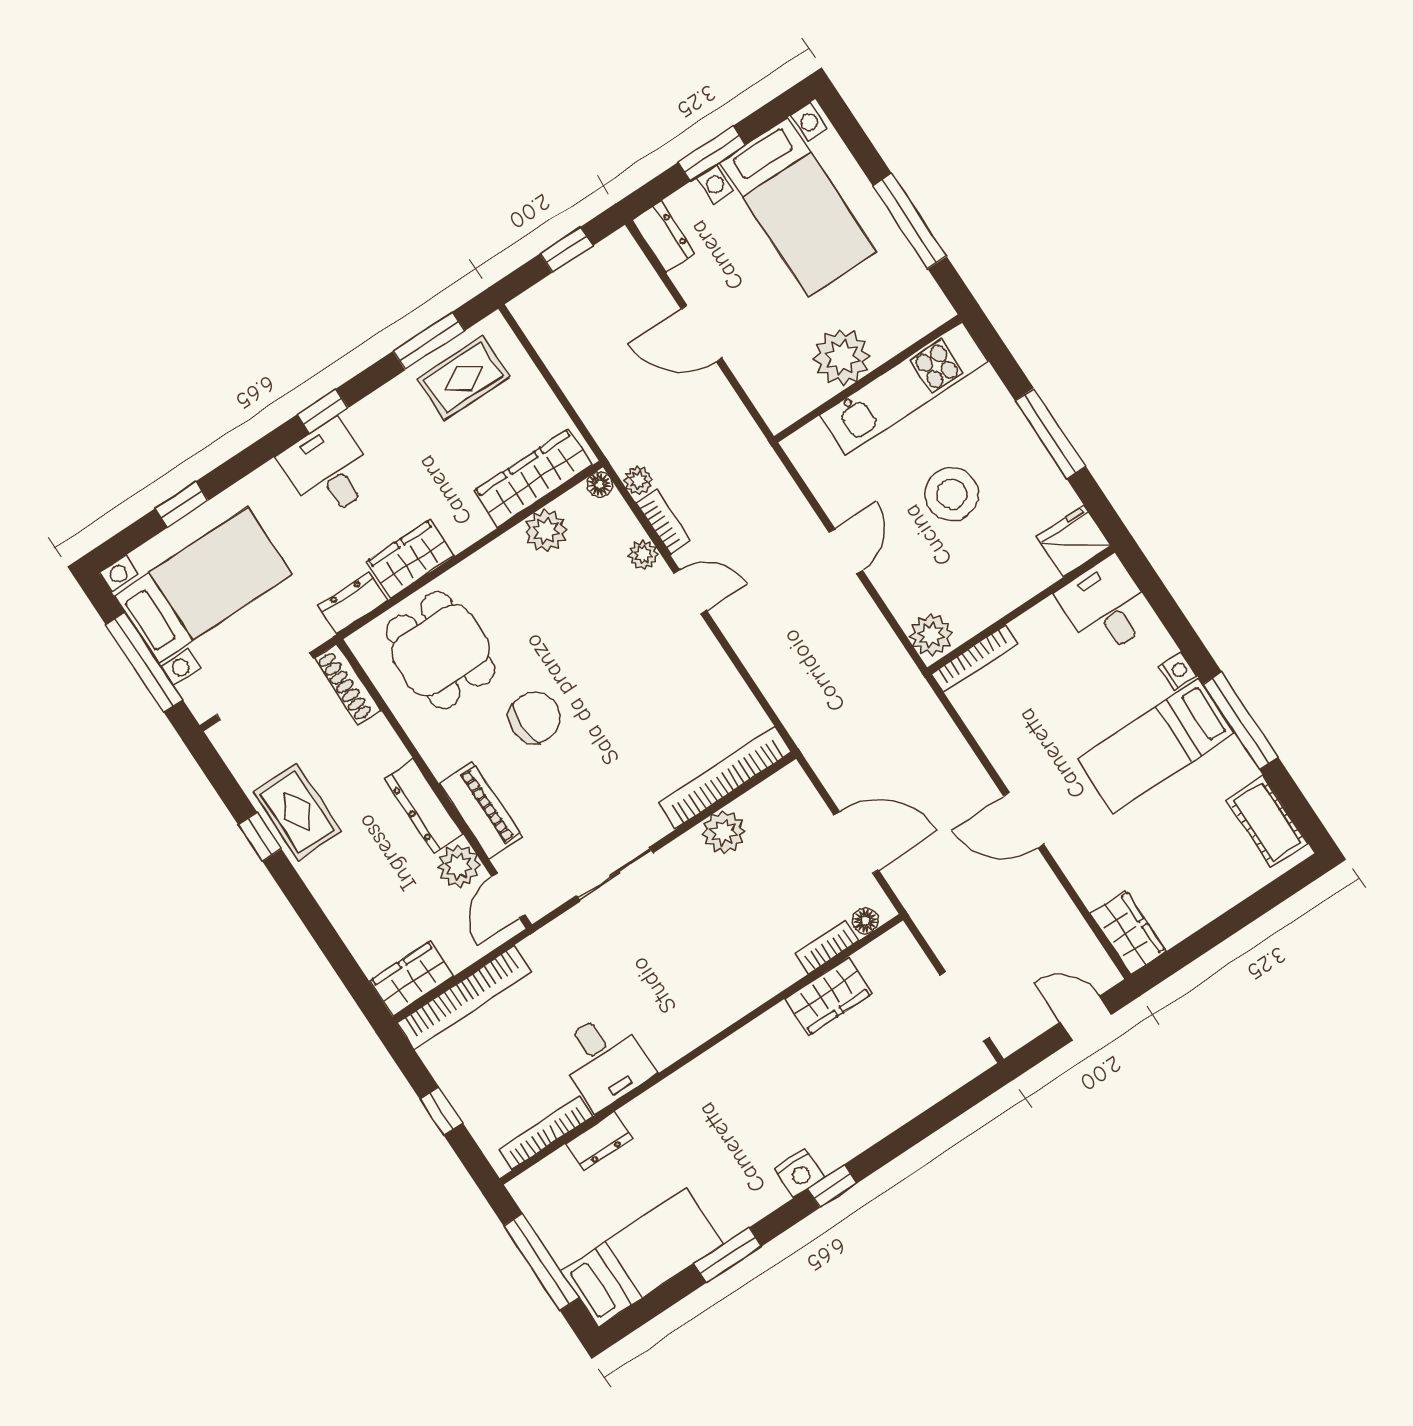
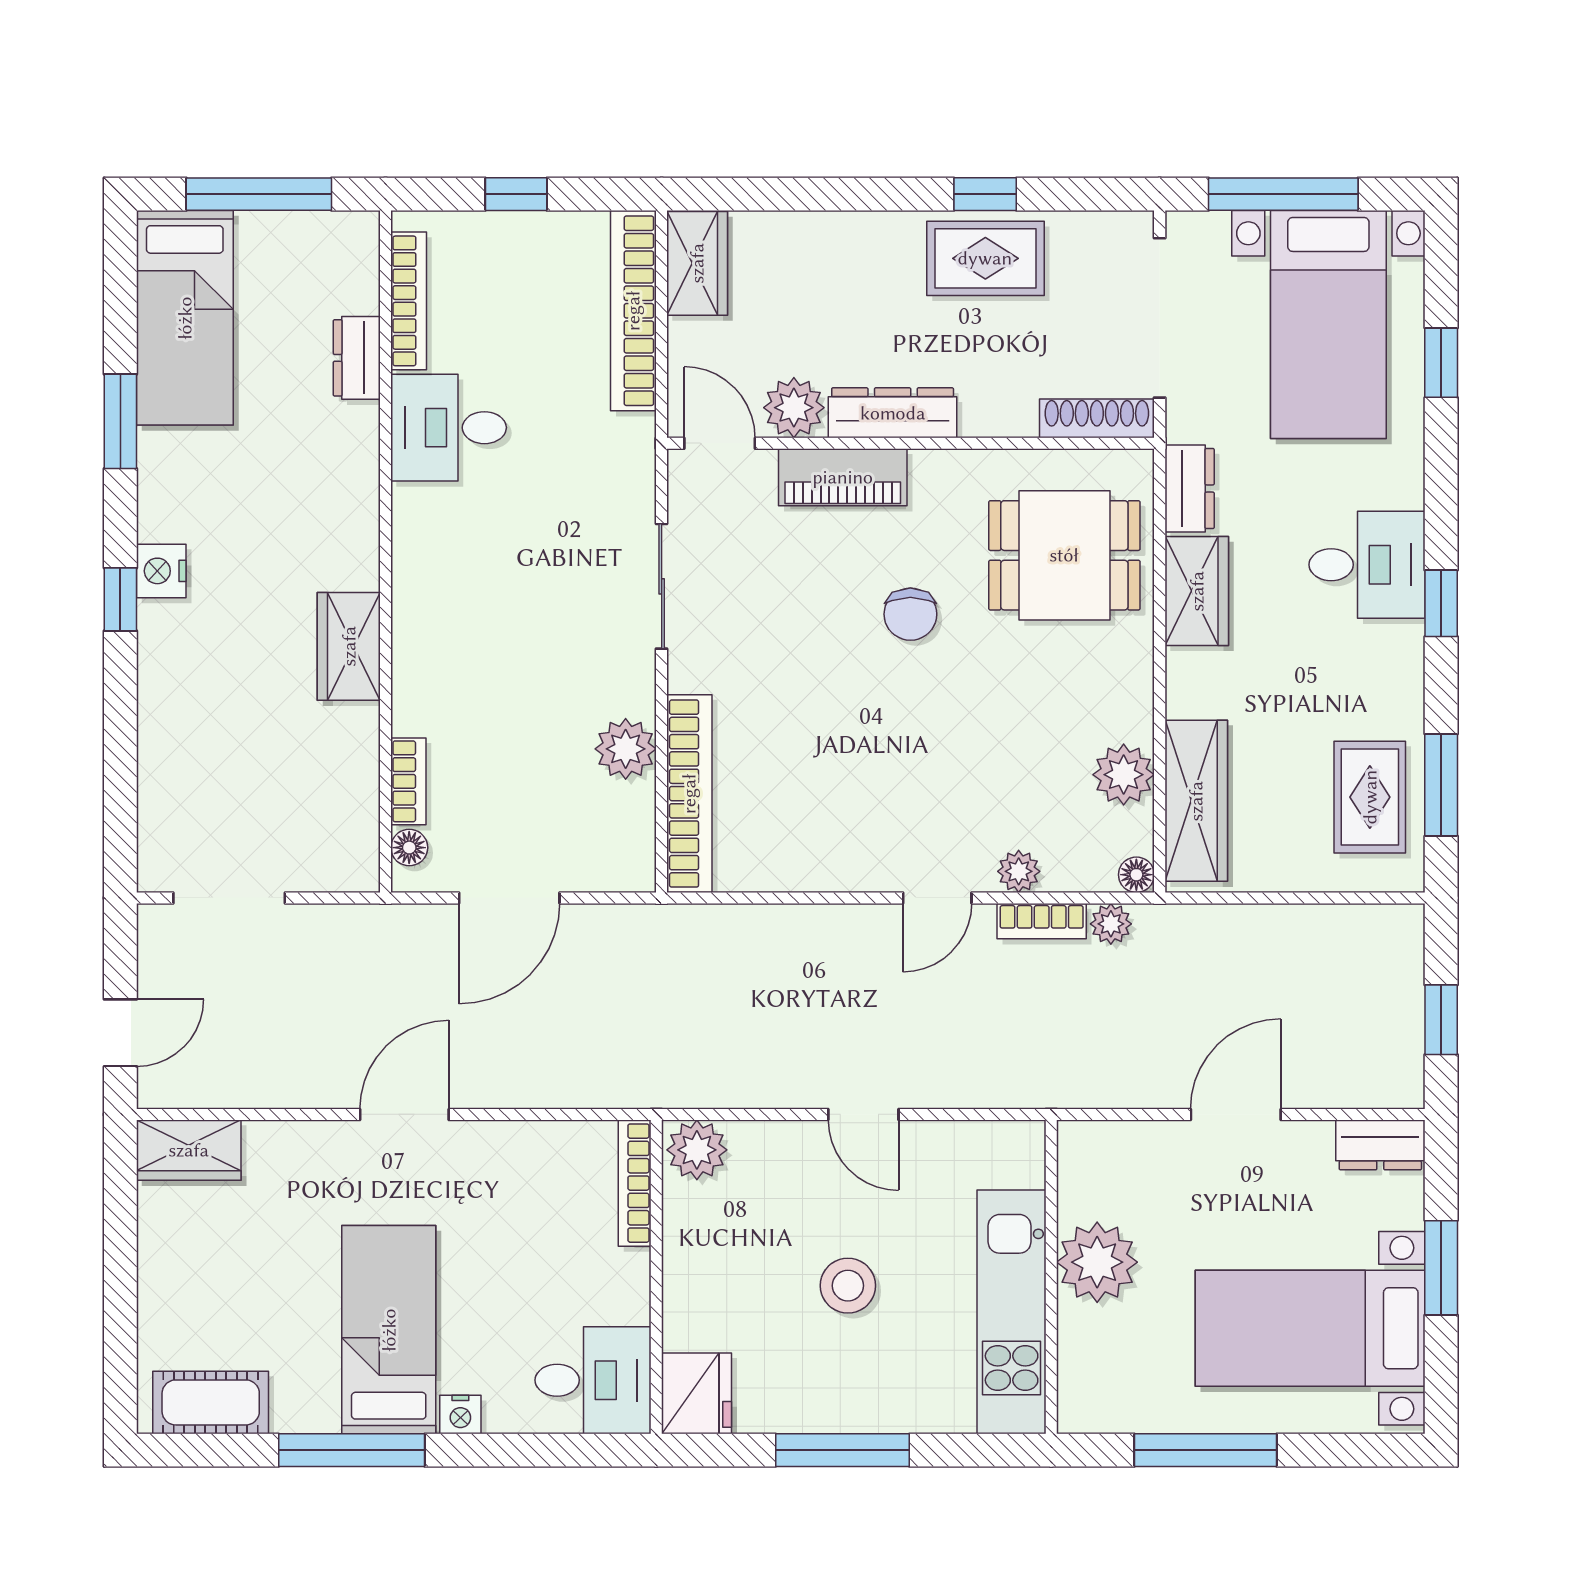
stool: (952, 494) -> (848, 1286), width x0.73, depth x0.73
chair: (535, 718) -> (910, 614), width x0.73, depth x0.73
wardrobe: (828, 996) -> (349, 646), moved

